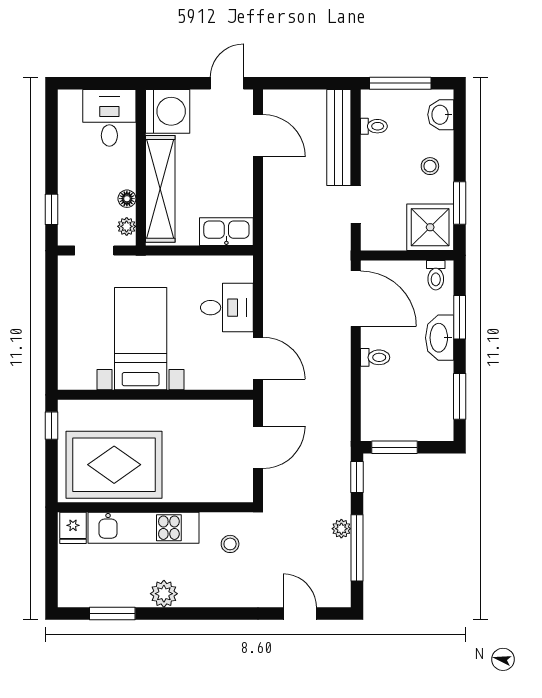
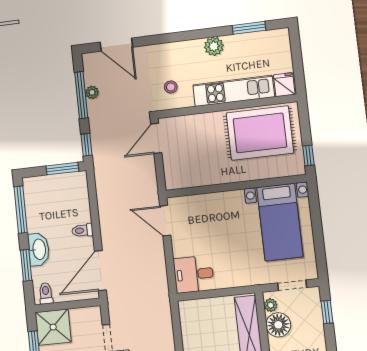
floor lamp: (127, 199) -> (278, 325), width x1.89, depth x1.89
kitchen sink: (226, 232) -> (198, 309), removed
door: (356, 299) -> (100, 271), hinge flipped
desk: (227, 308) -> (194, 274), moved
bed with nightstands: (141, 339) -> (280, 222), moved
window: (460, 396) -> (21, 210), width x1.44
door: (258, 447) -> (156, 138), moved
plant: (341, 529) -> (92, 92), moved
door: (300, 614) -> (116, 45), width x1.38

